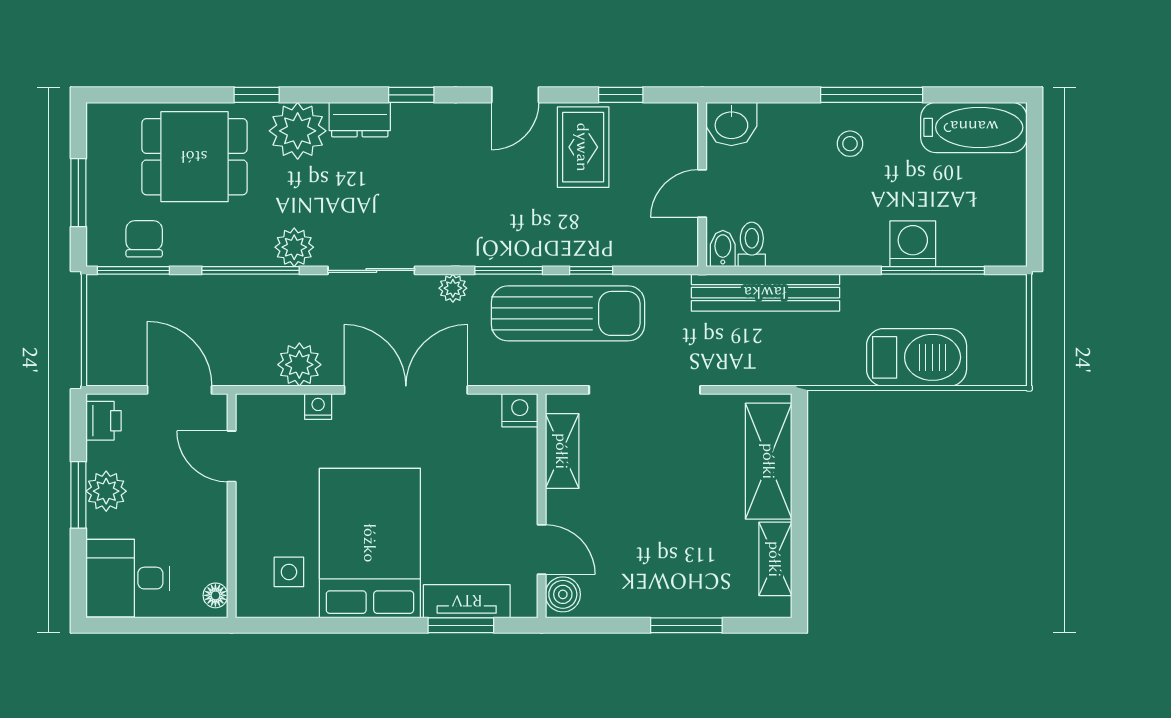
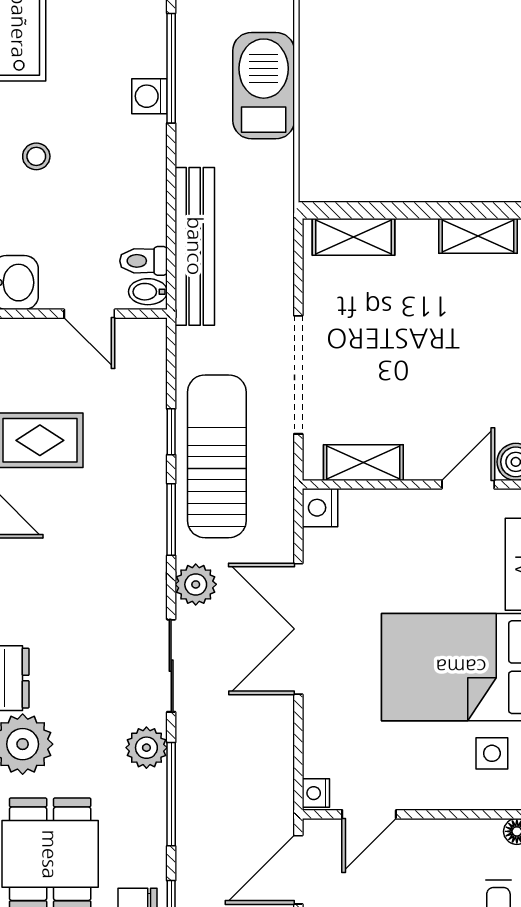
washing machine: (913, 244) -> (150, 96), width x0.73, depth x0.73
plant: (453, 288) -> (196, 584), width x1.38, depth x1.38
plant: (299, 365) -> (271, 742), removed
nightstand: (318, 406) -> (316, 793), moved
shelving: (769, 461) -> (354, 237), width x0.67, depth x0.75

